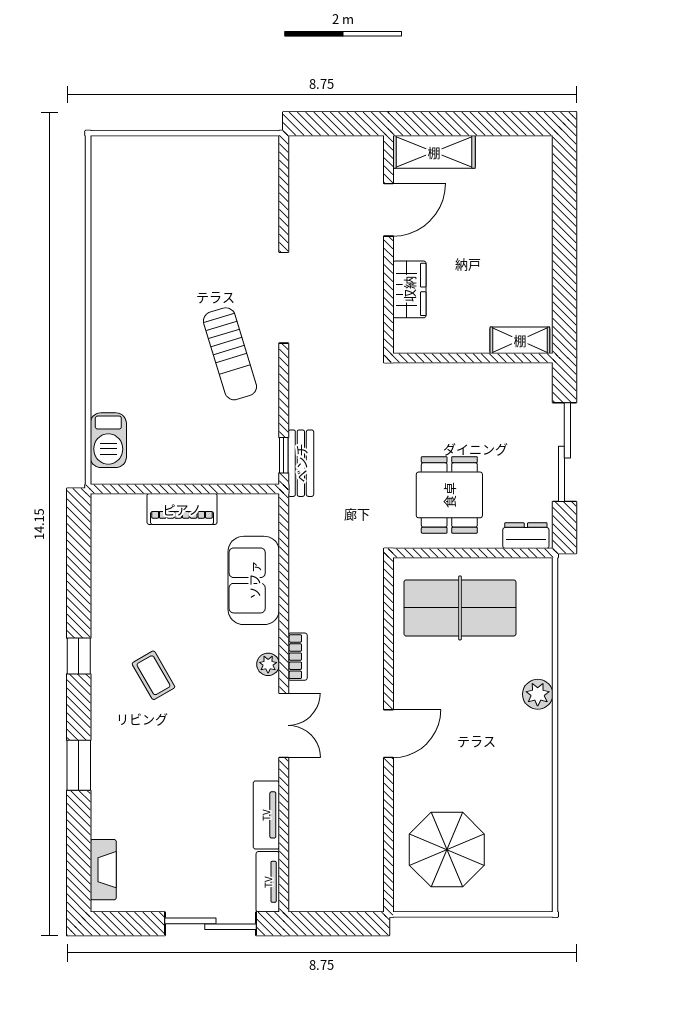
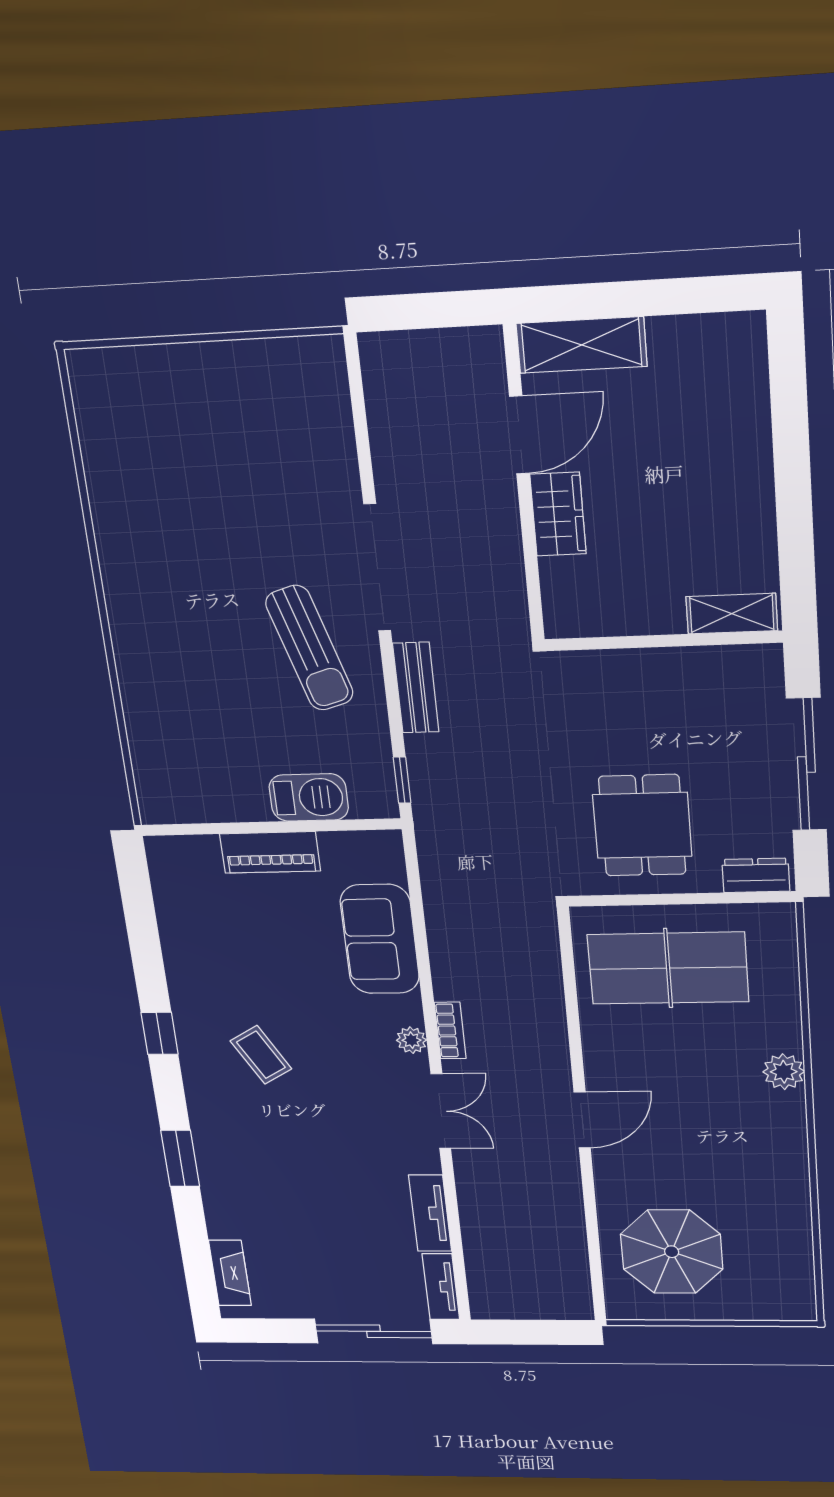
wardrobe: (409, 289) -> (558, 514), moved
barbecue: (108, 440) -> (309, 797), moved, turned -90
bench: (301, 463) -> (416, 688), moved

